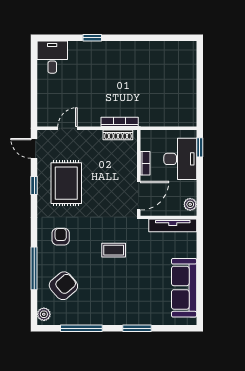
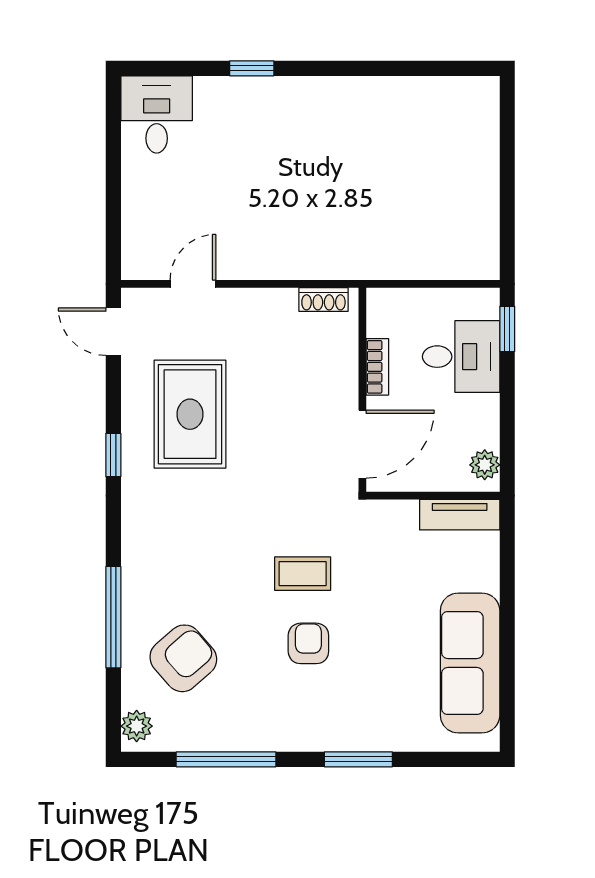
bookcase: (120, 122) -> (317, 269), removed
shoe rack: (118, 135) -> (323, 299), width x0.70
desk: (180, 159) -> (461, 357), width x0.73
window: (34, 186) -> (113, 455), moved
tv unit: (173, 225) -> (460, 515), width x0.71
armchair: (61, 237) -> (308, 643), moved

